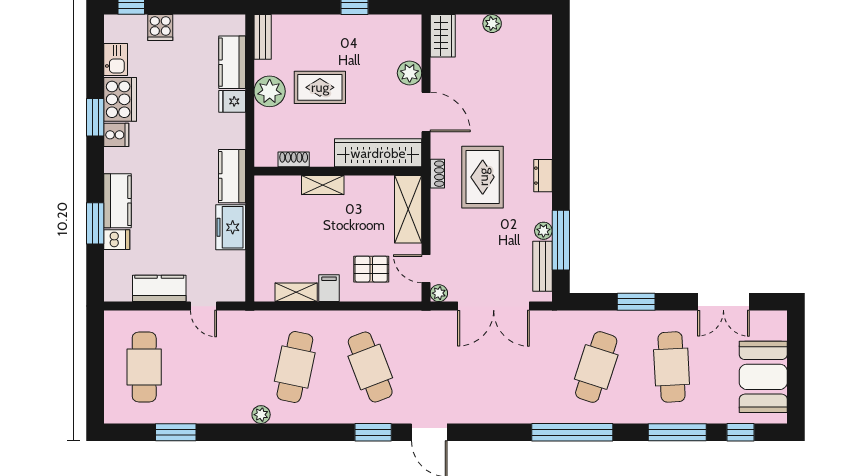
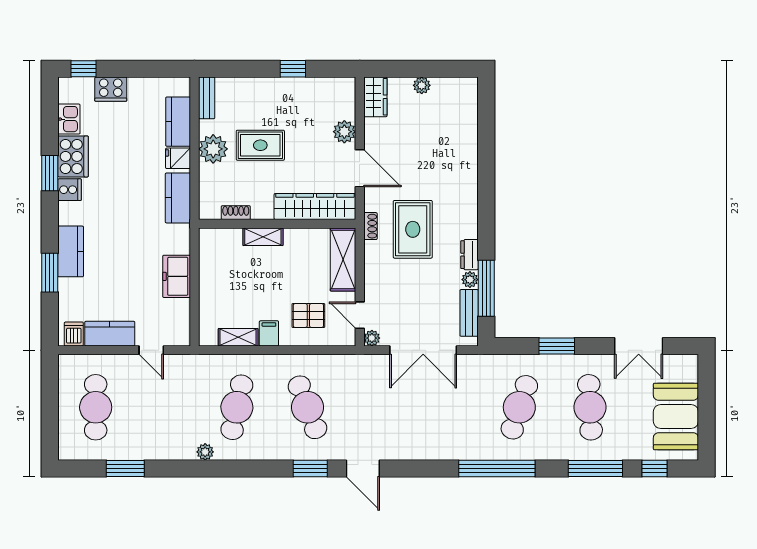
cooker: (160, 28) -> (111, 89), width x1.36
kitchen counter: (232, 176) -> (178, 198), moved
dresser: (543, 176) -> (469, 255), moved
dishwasher: (117, 240) -> (74, 334), moved, turned -90

